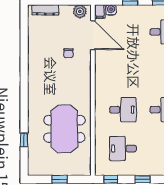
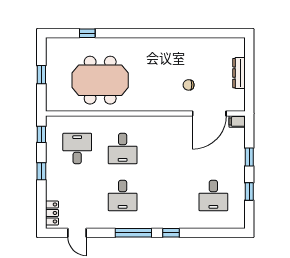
dresser: (45, 10) -> (239, 73), moved
water cooler: (111, 10) -> (239, 135), removed
plant: (80, 11) -> (237, 98), removed

